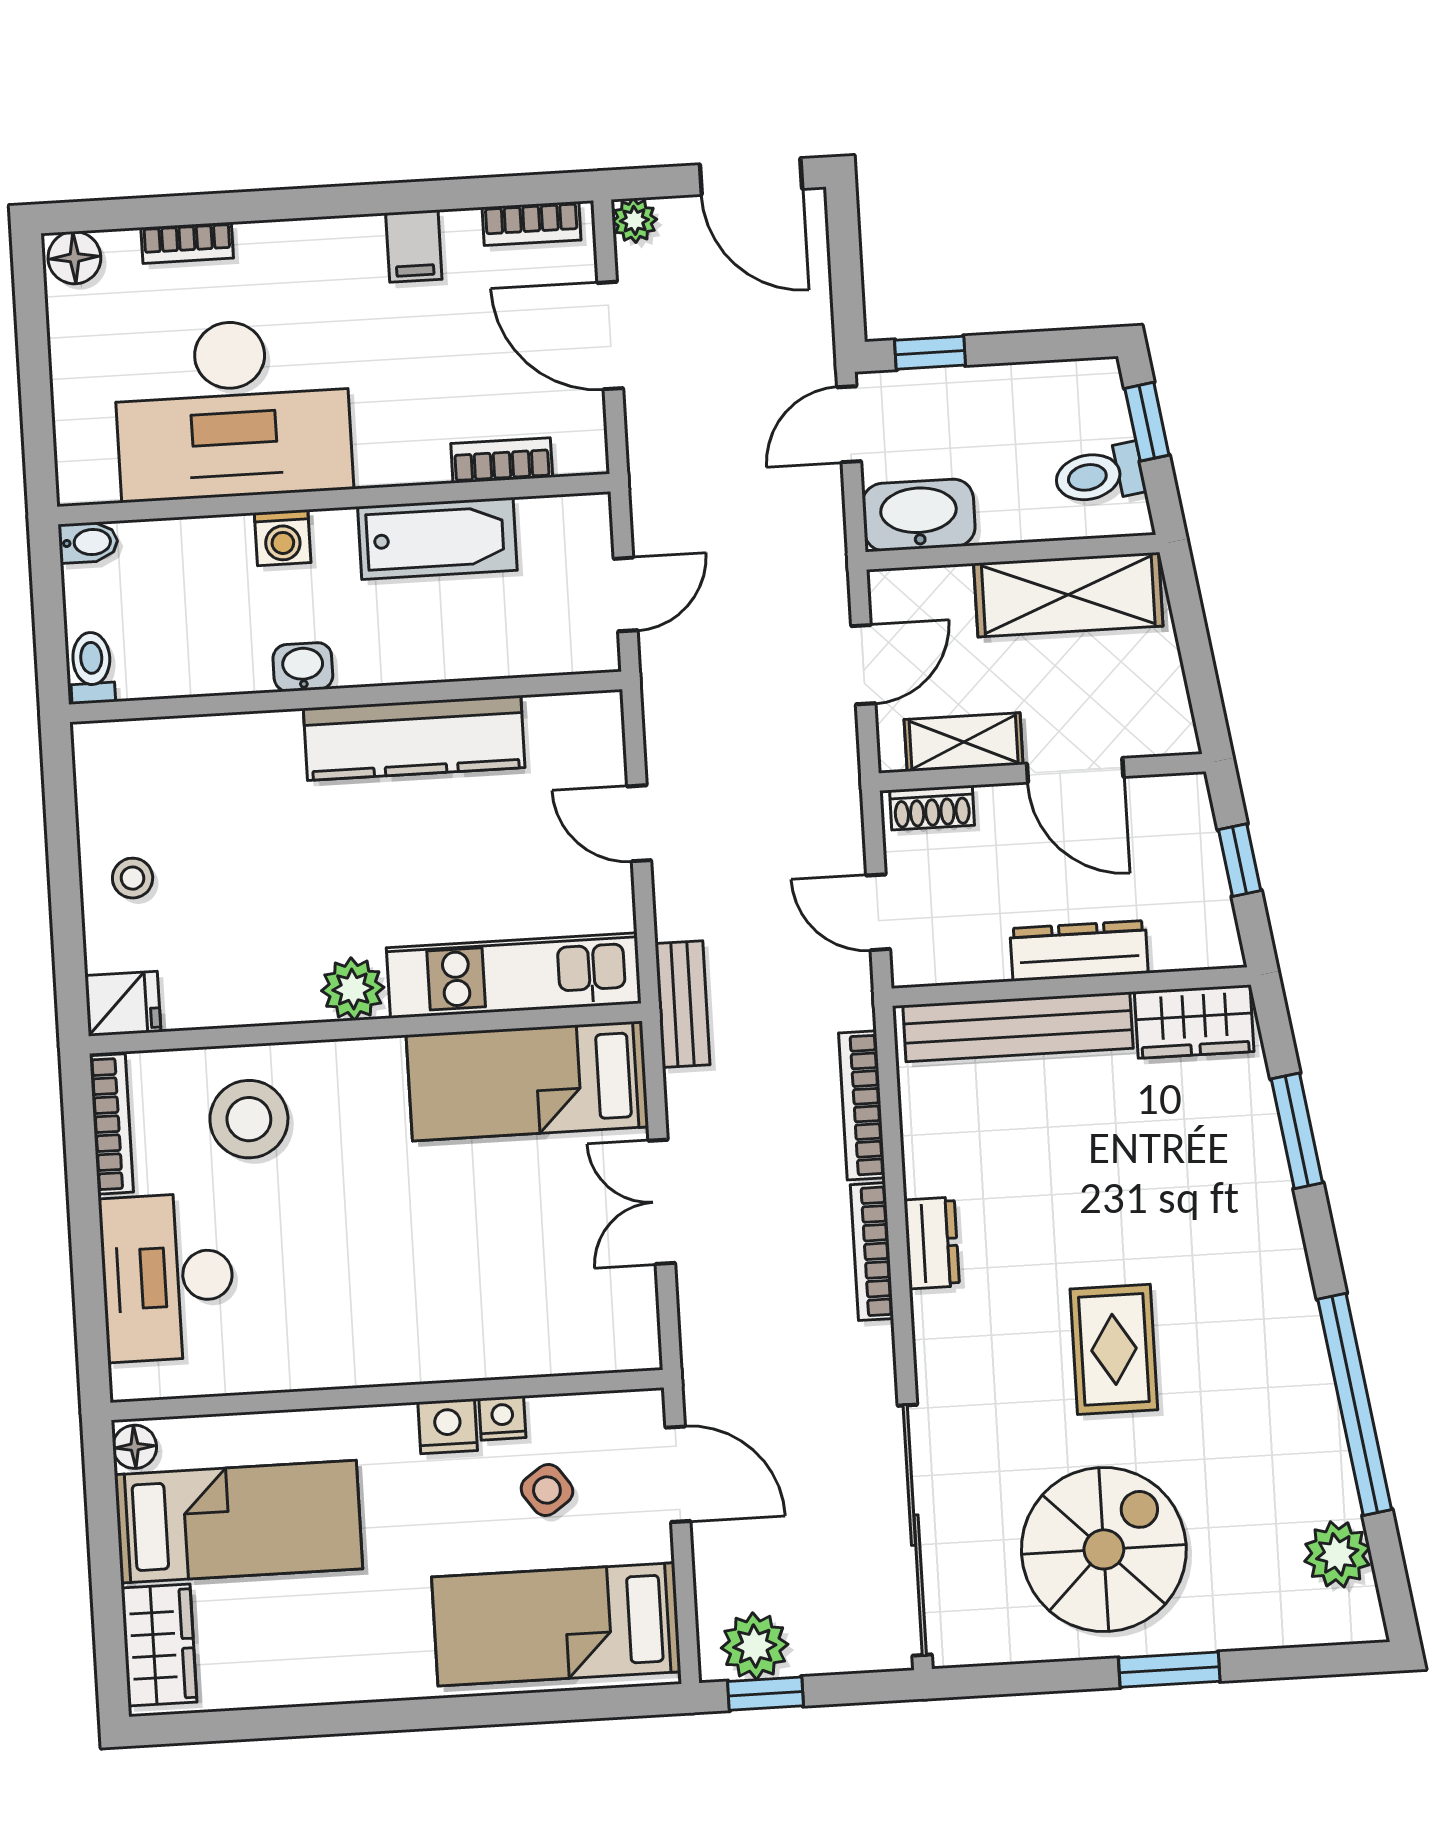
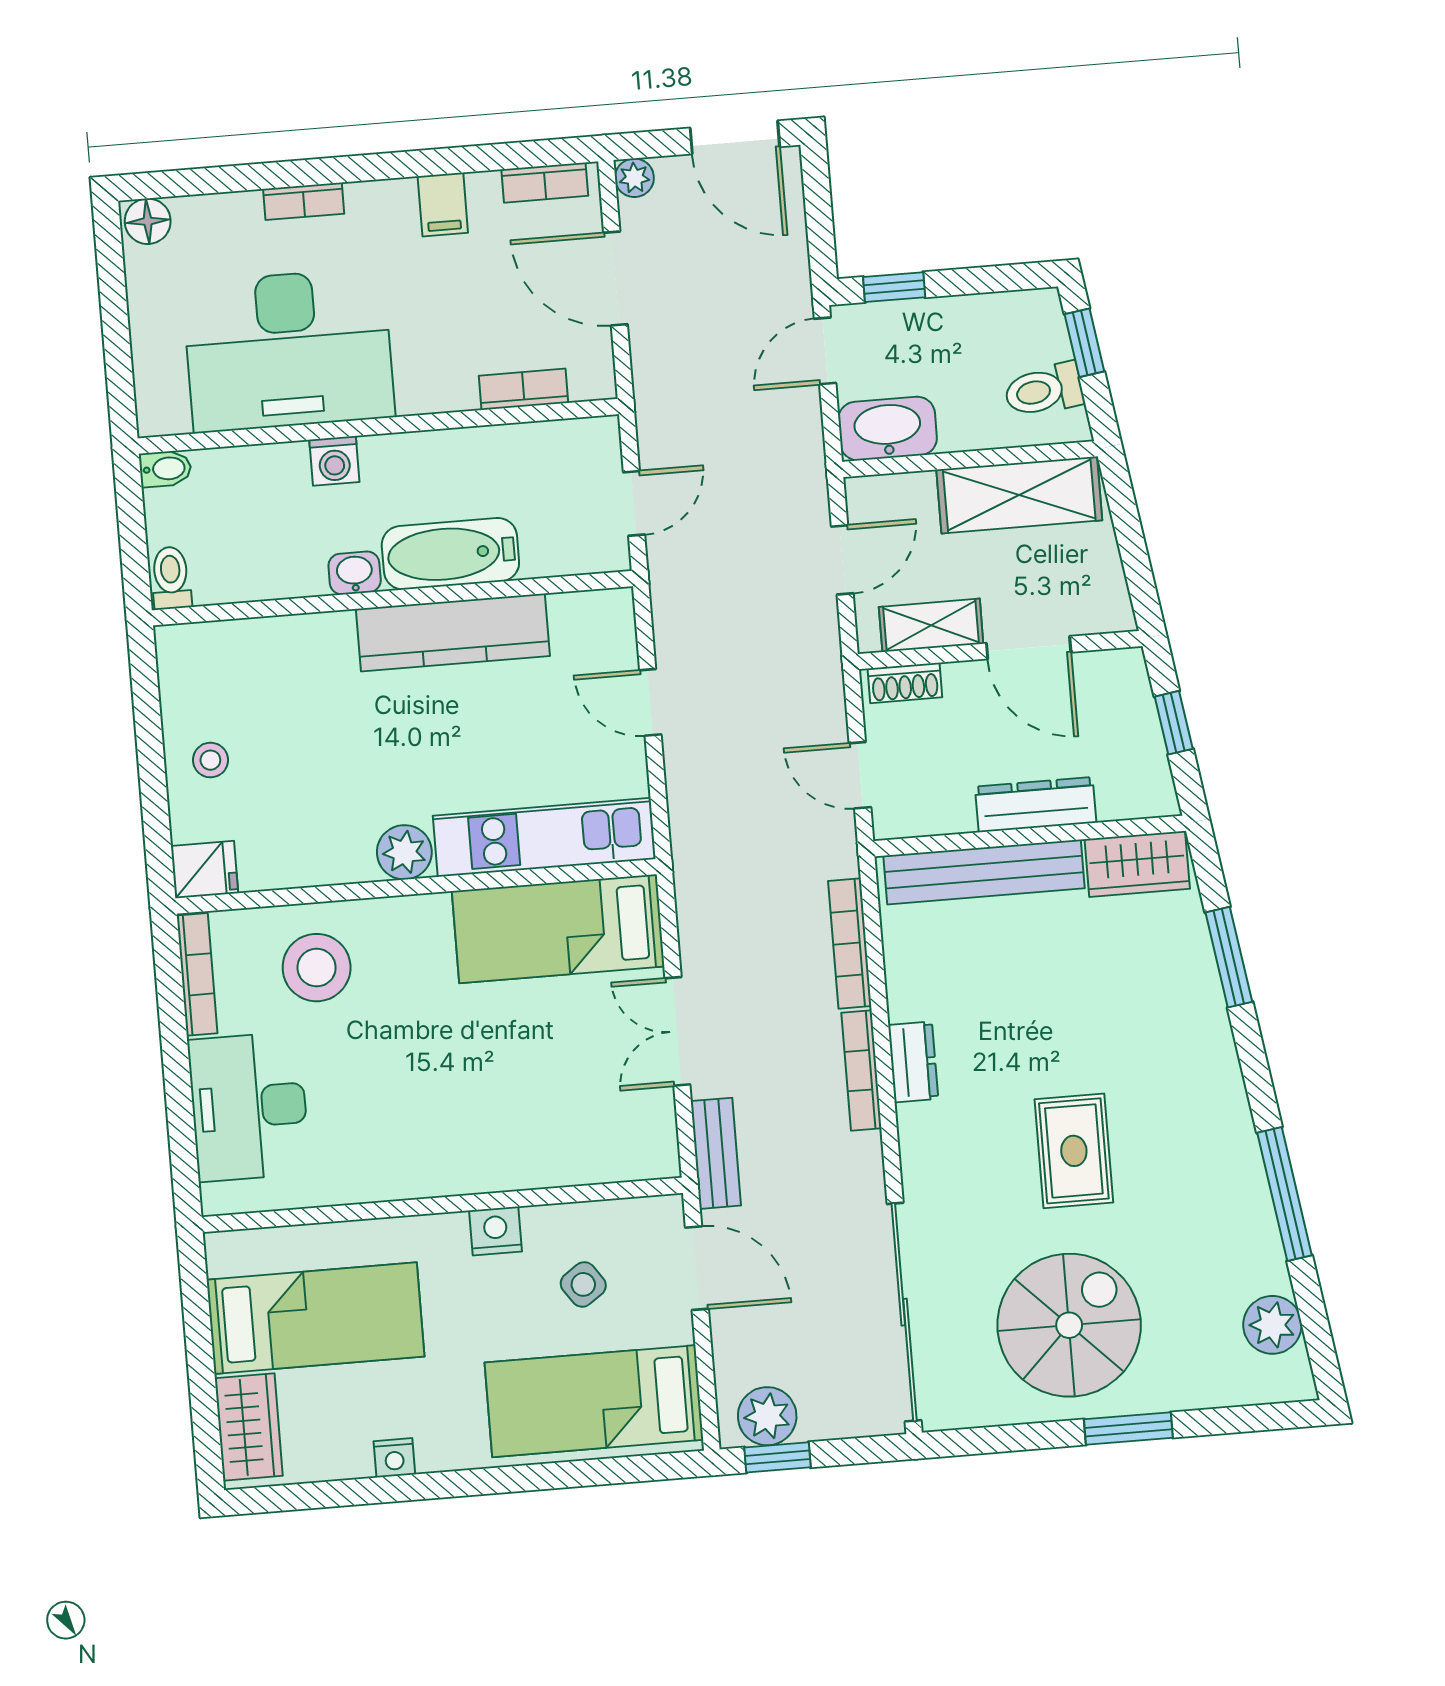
bookcase: (187, 243) -> (304, 201), moved
bathtub: (437, 538) -> (450, 554), moved, turned 180
bench: (683, 1004) -> (716, 1153), moved
window: (1355, 1404) -> (1284, 1194), width x0.68
nightstand: (502, 1418) -> (394, 1458), moved, turned 180
floor lamp: (135, 1447) -> (224, 1255), removed

